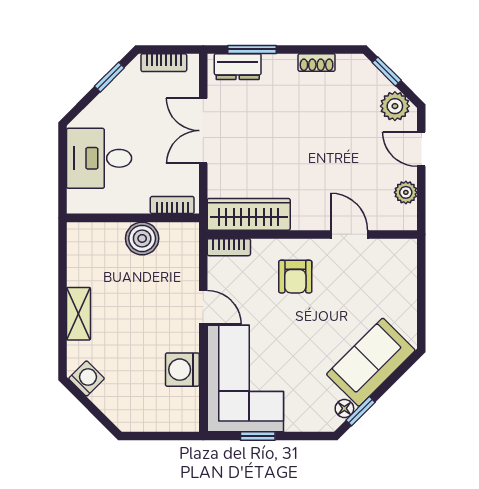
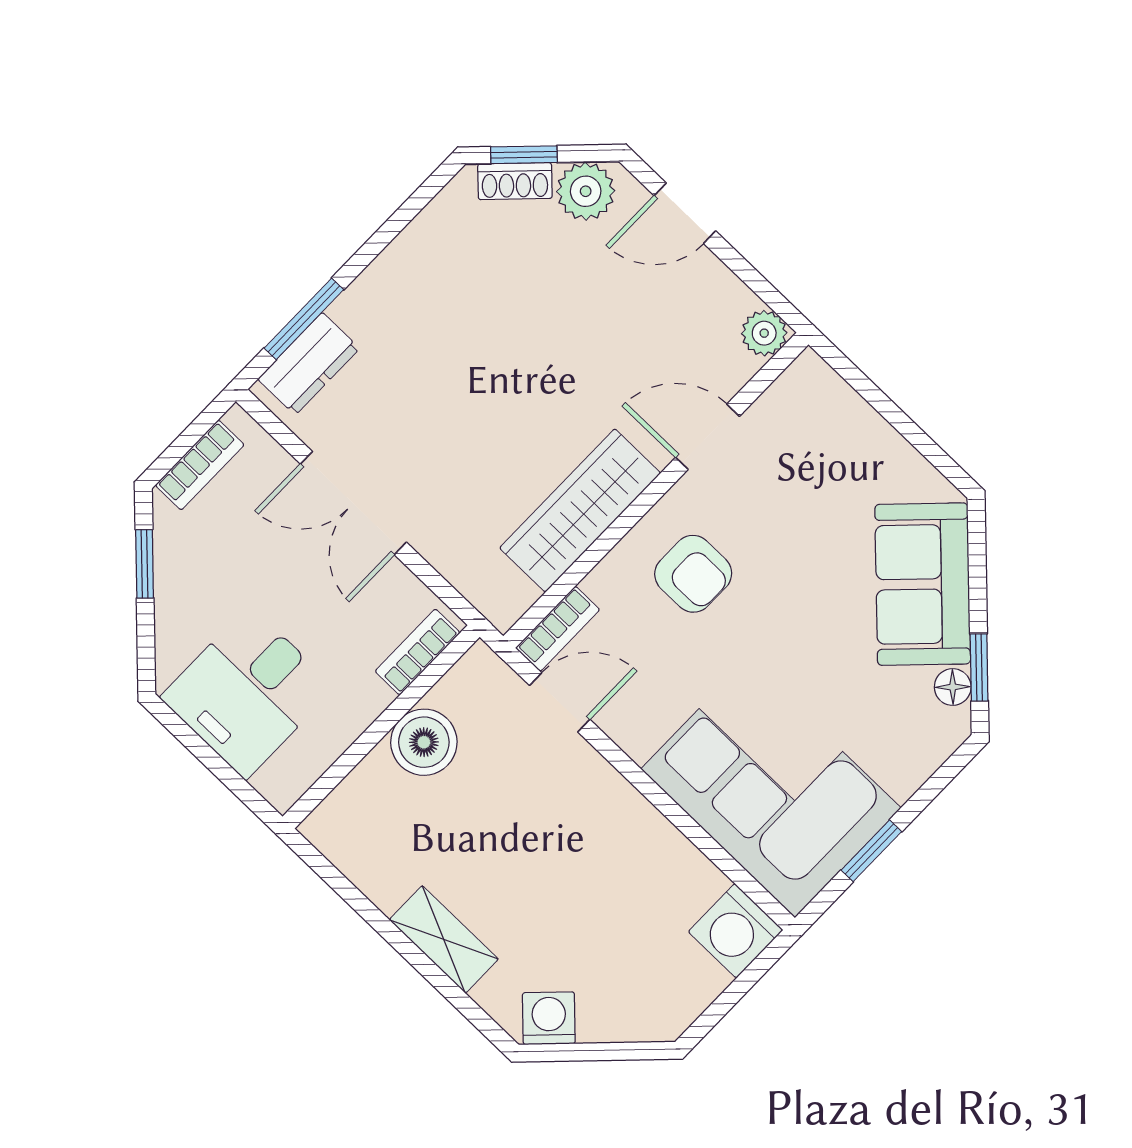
shoe rack: (317, 63) -> (515, 181), moved, turned 45
plant: (406, 192) -> (764, 333), moved
wardrobe: (249, 214) -> (580, 510), moved
door: (203, 307) -> (560, 702), moved
washing machine: (182, 370) -> (736, 931), moved

